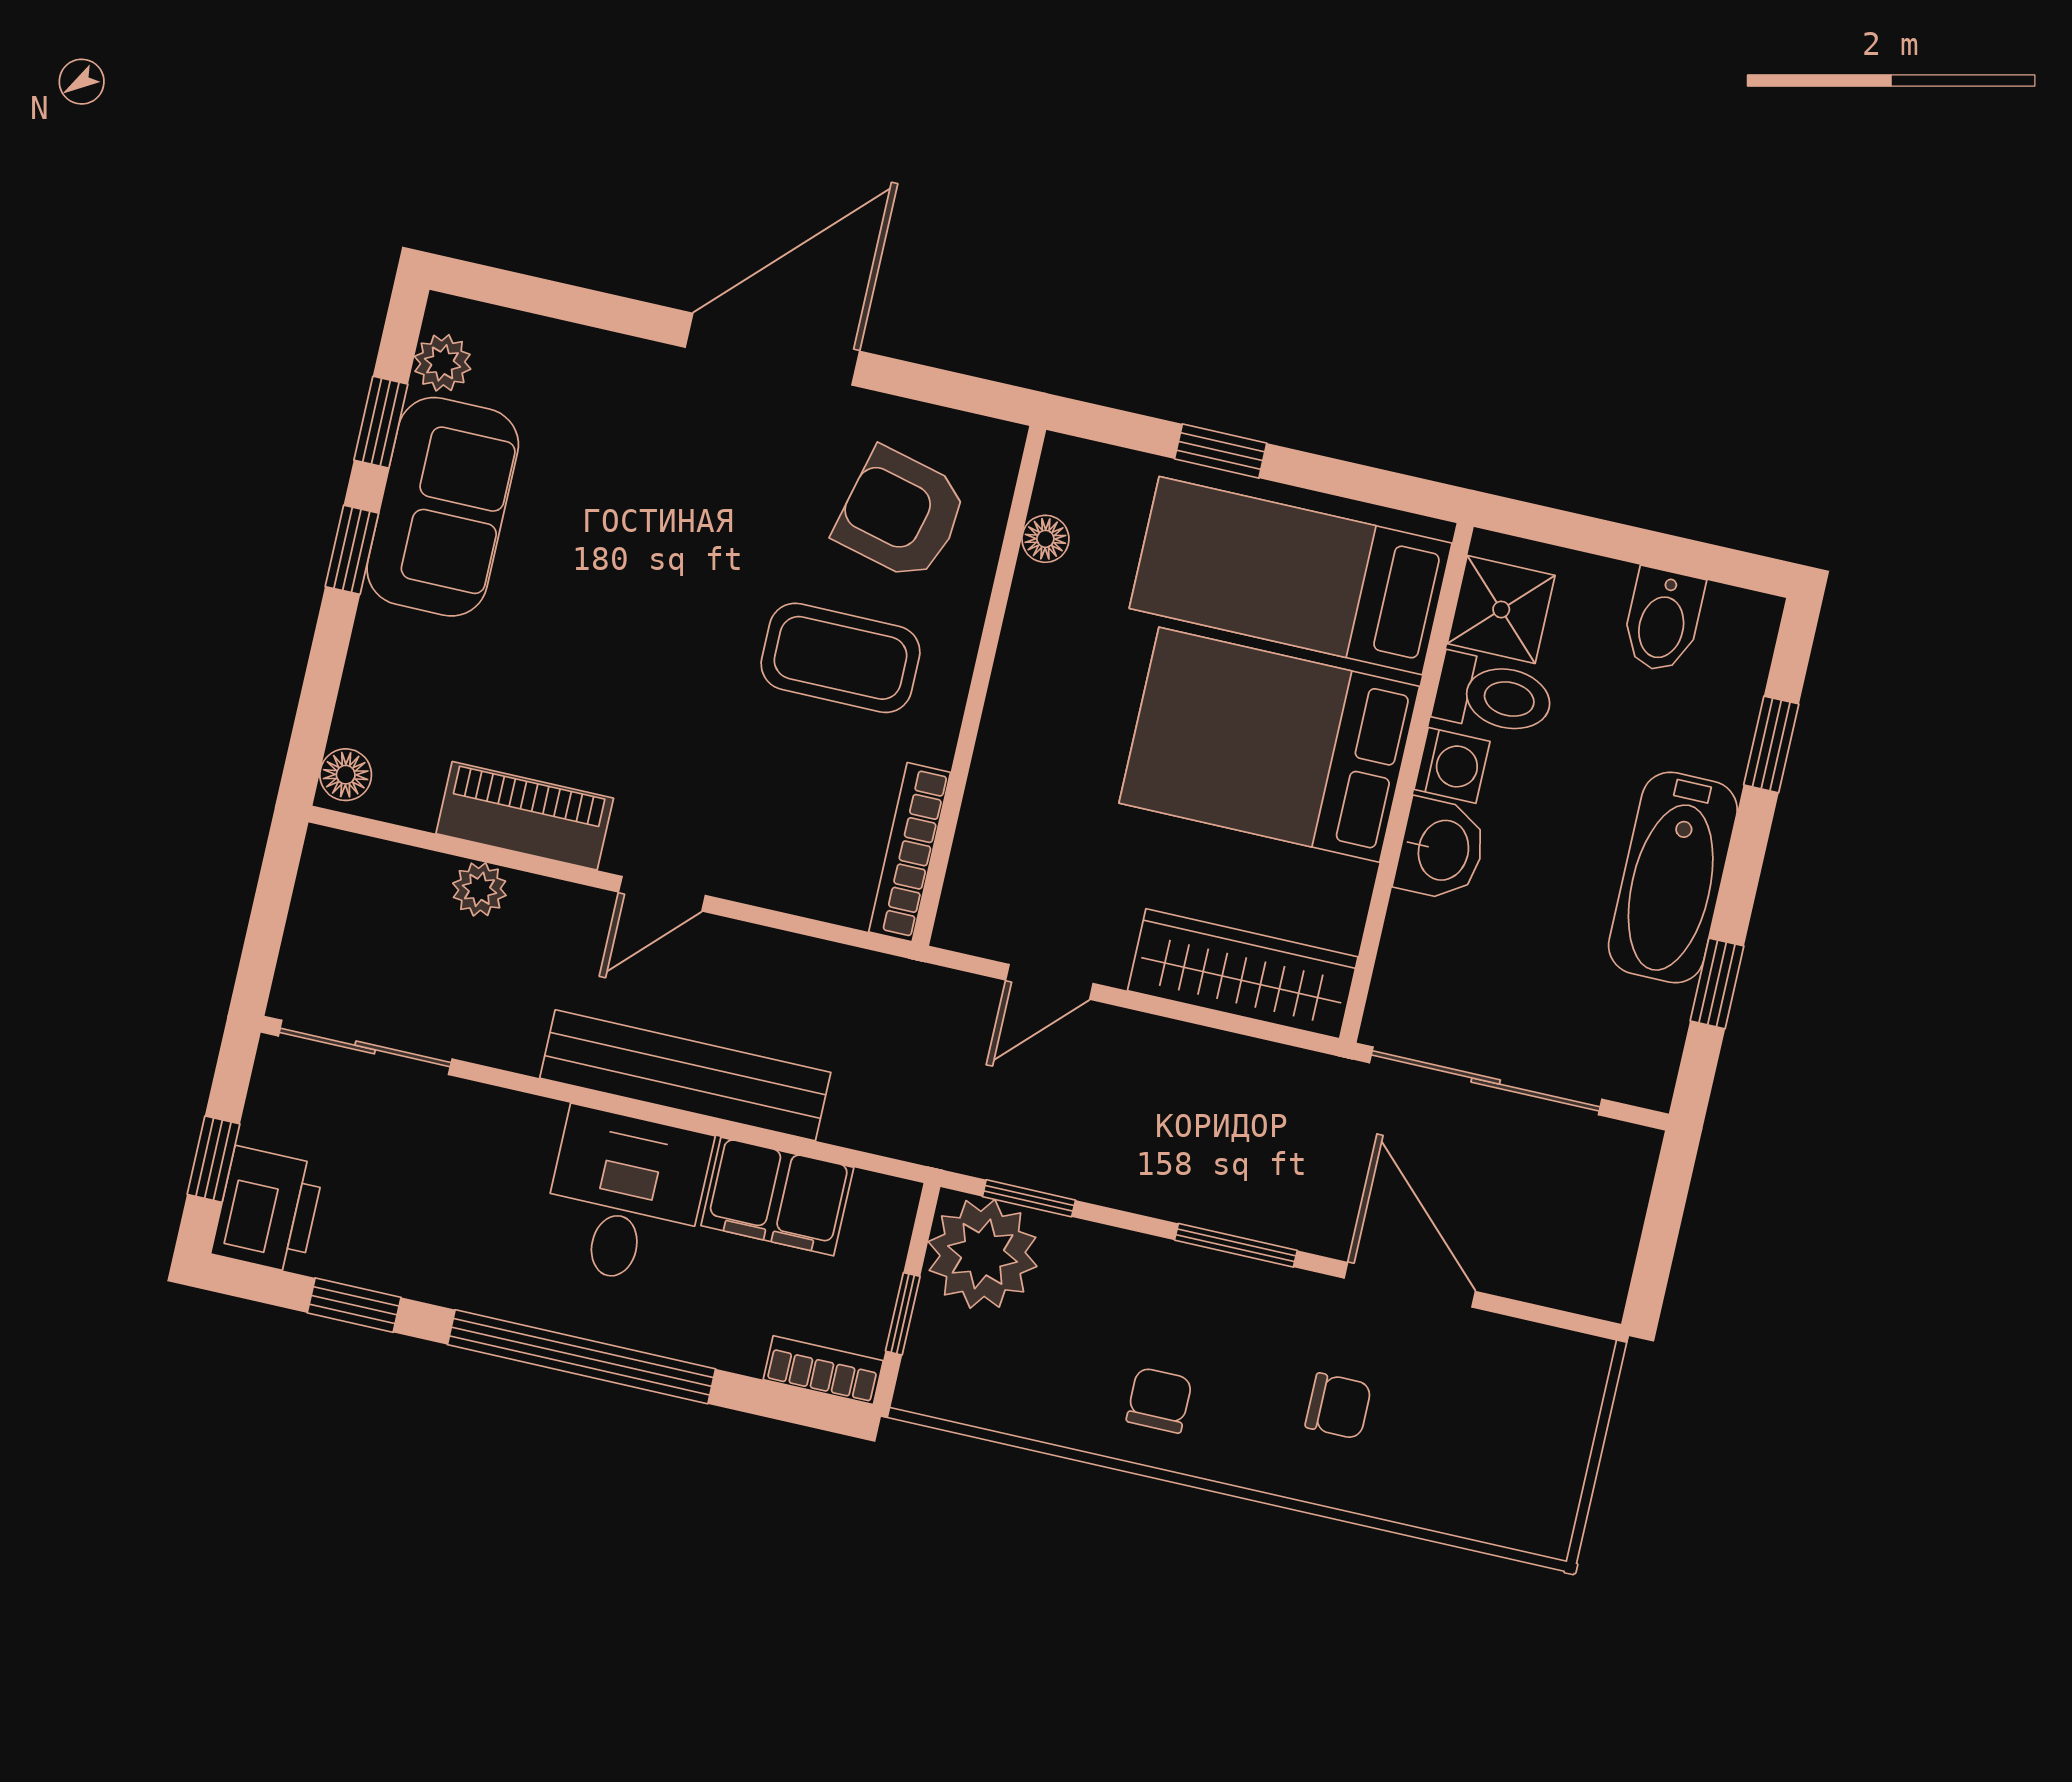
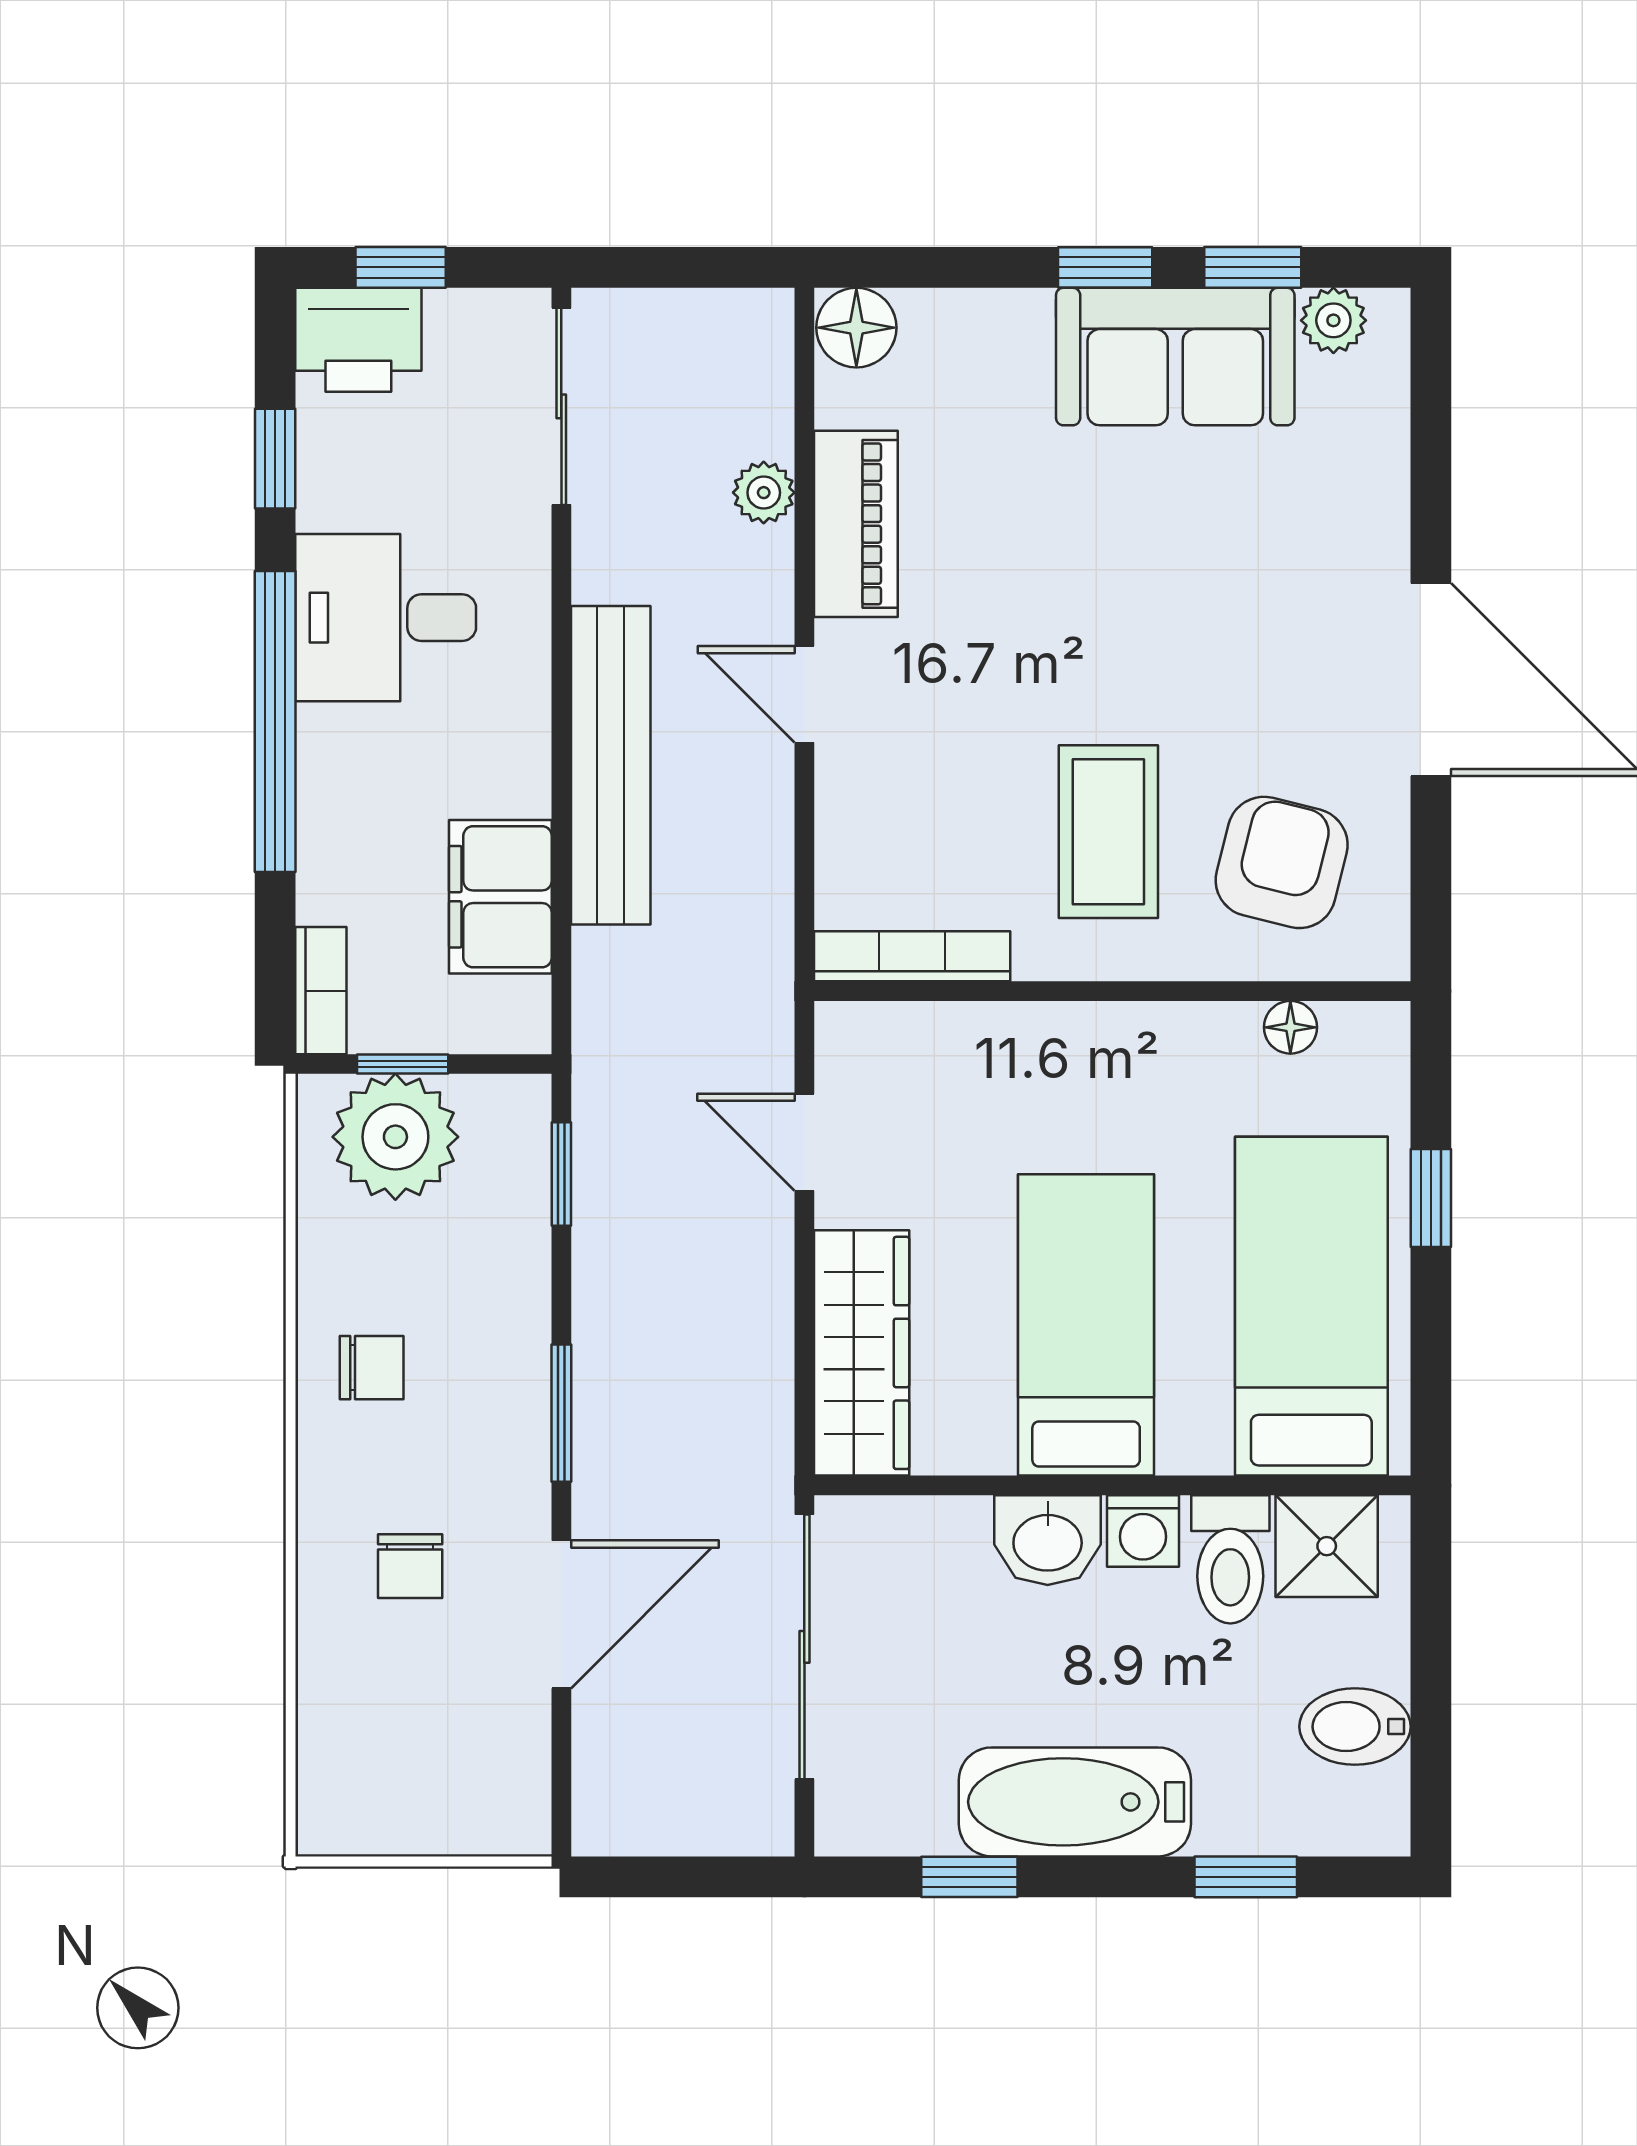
bed: (1269, 745) -> (1086, 1325), width x0.67
floor lamp: (346, 775) -> (856, 328), width x1.37, depth x1.37
desk: (625, 1197) -> (386, 618), moved, turned 180
plant: (983, 1254) -> (395, 1137), moved

